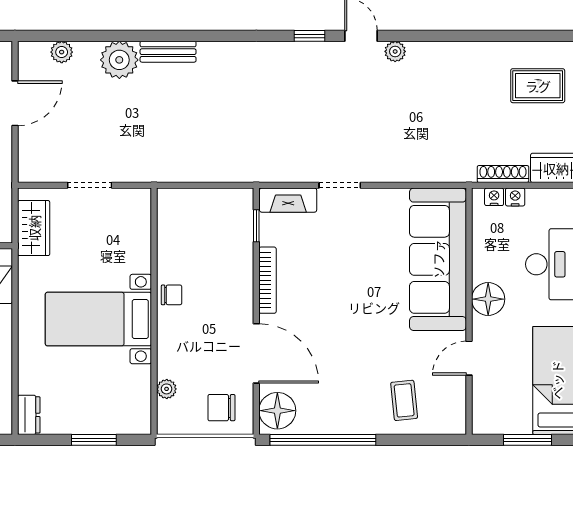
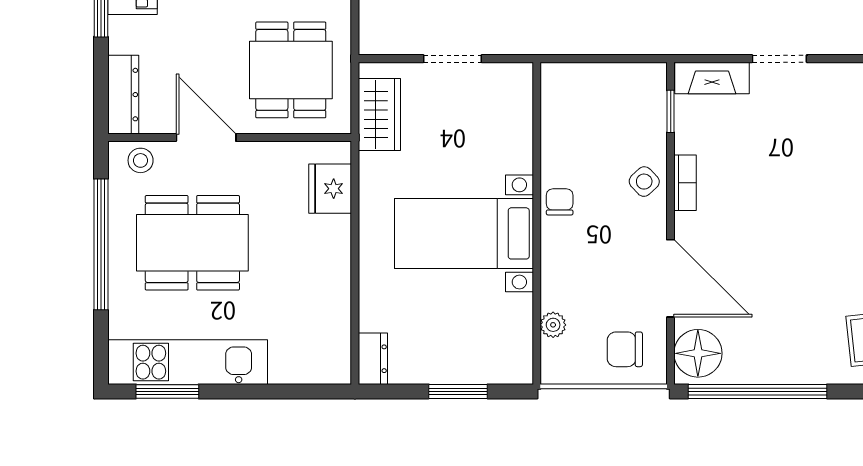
side table: (236, 279) -> (644, 182), added
bookcase: (268, 280) -> (685, 183), width x0.64
chair: (172, 295) -> (560, 202), turned -90

